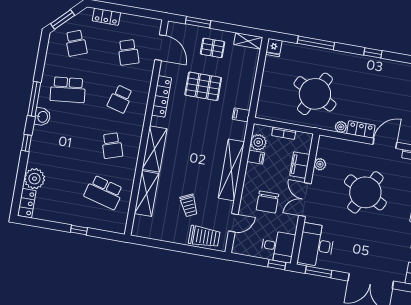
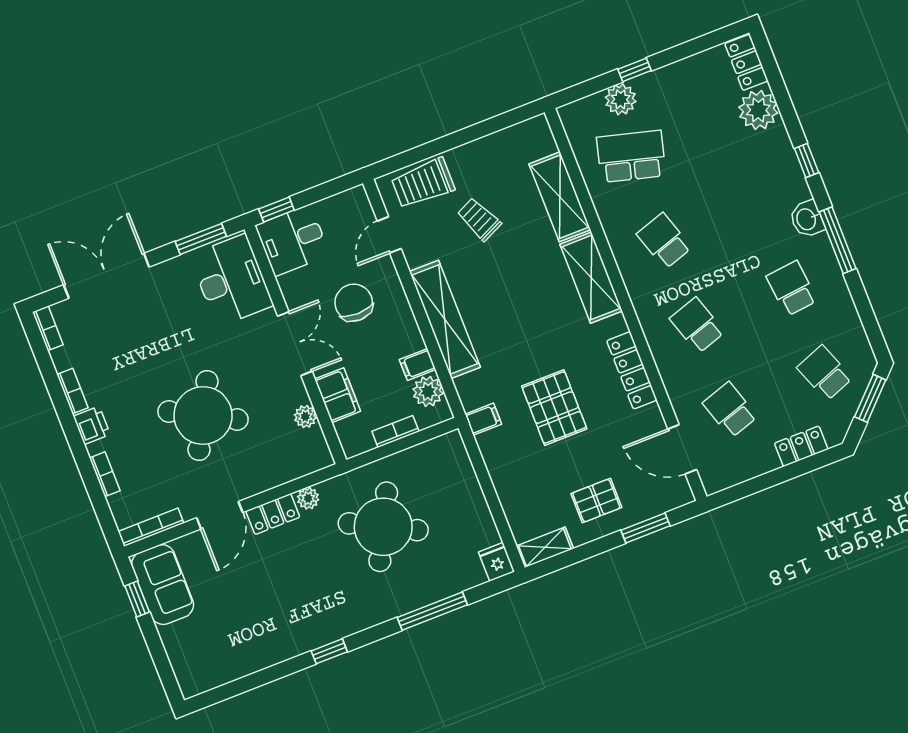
pallet: (203, 86) -> (554, 408), moved, turned 90
school desk: (68, 90) -> (792, 288), width x0.54
school desk: (120, 99) -> (697, 325), turned -33
plant: (93, 221) -> (621, 99), added

